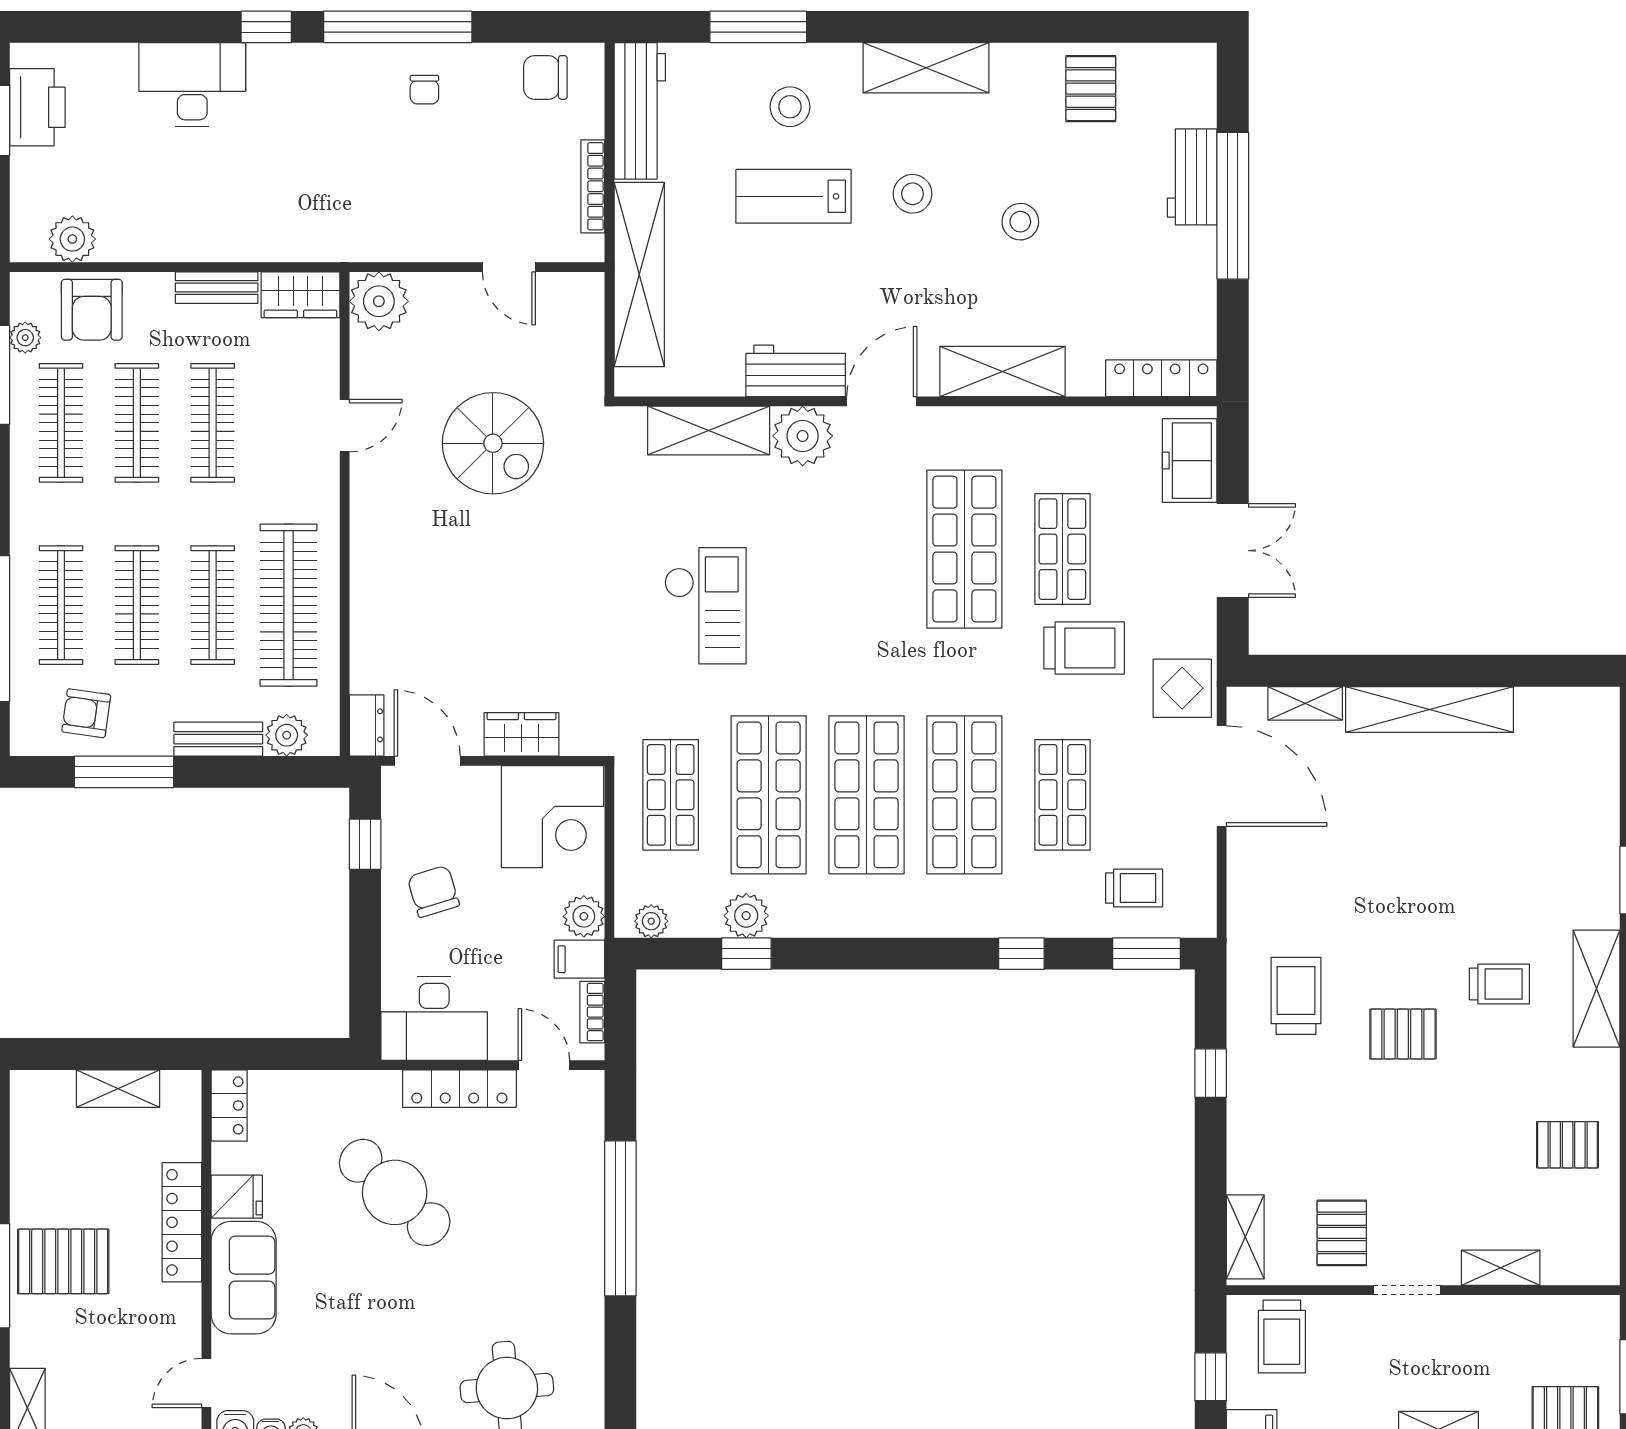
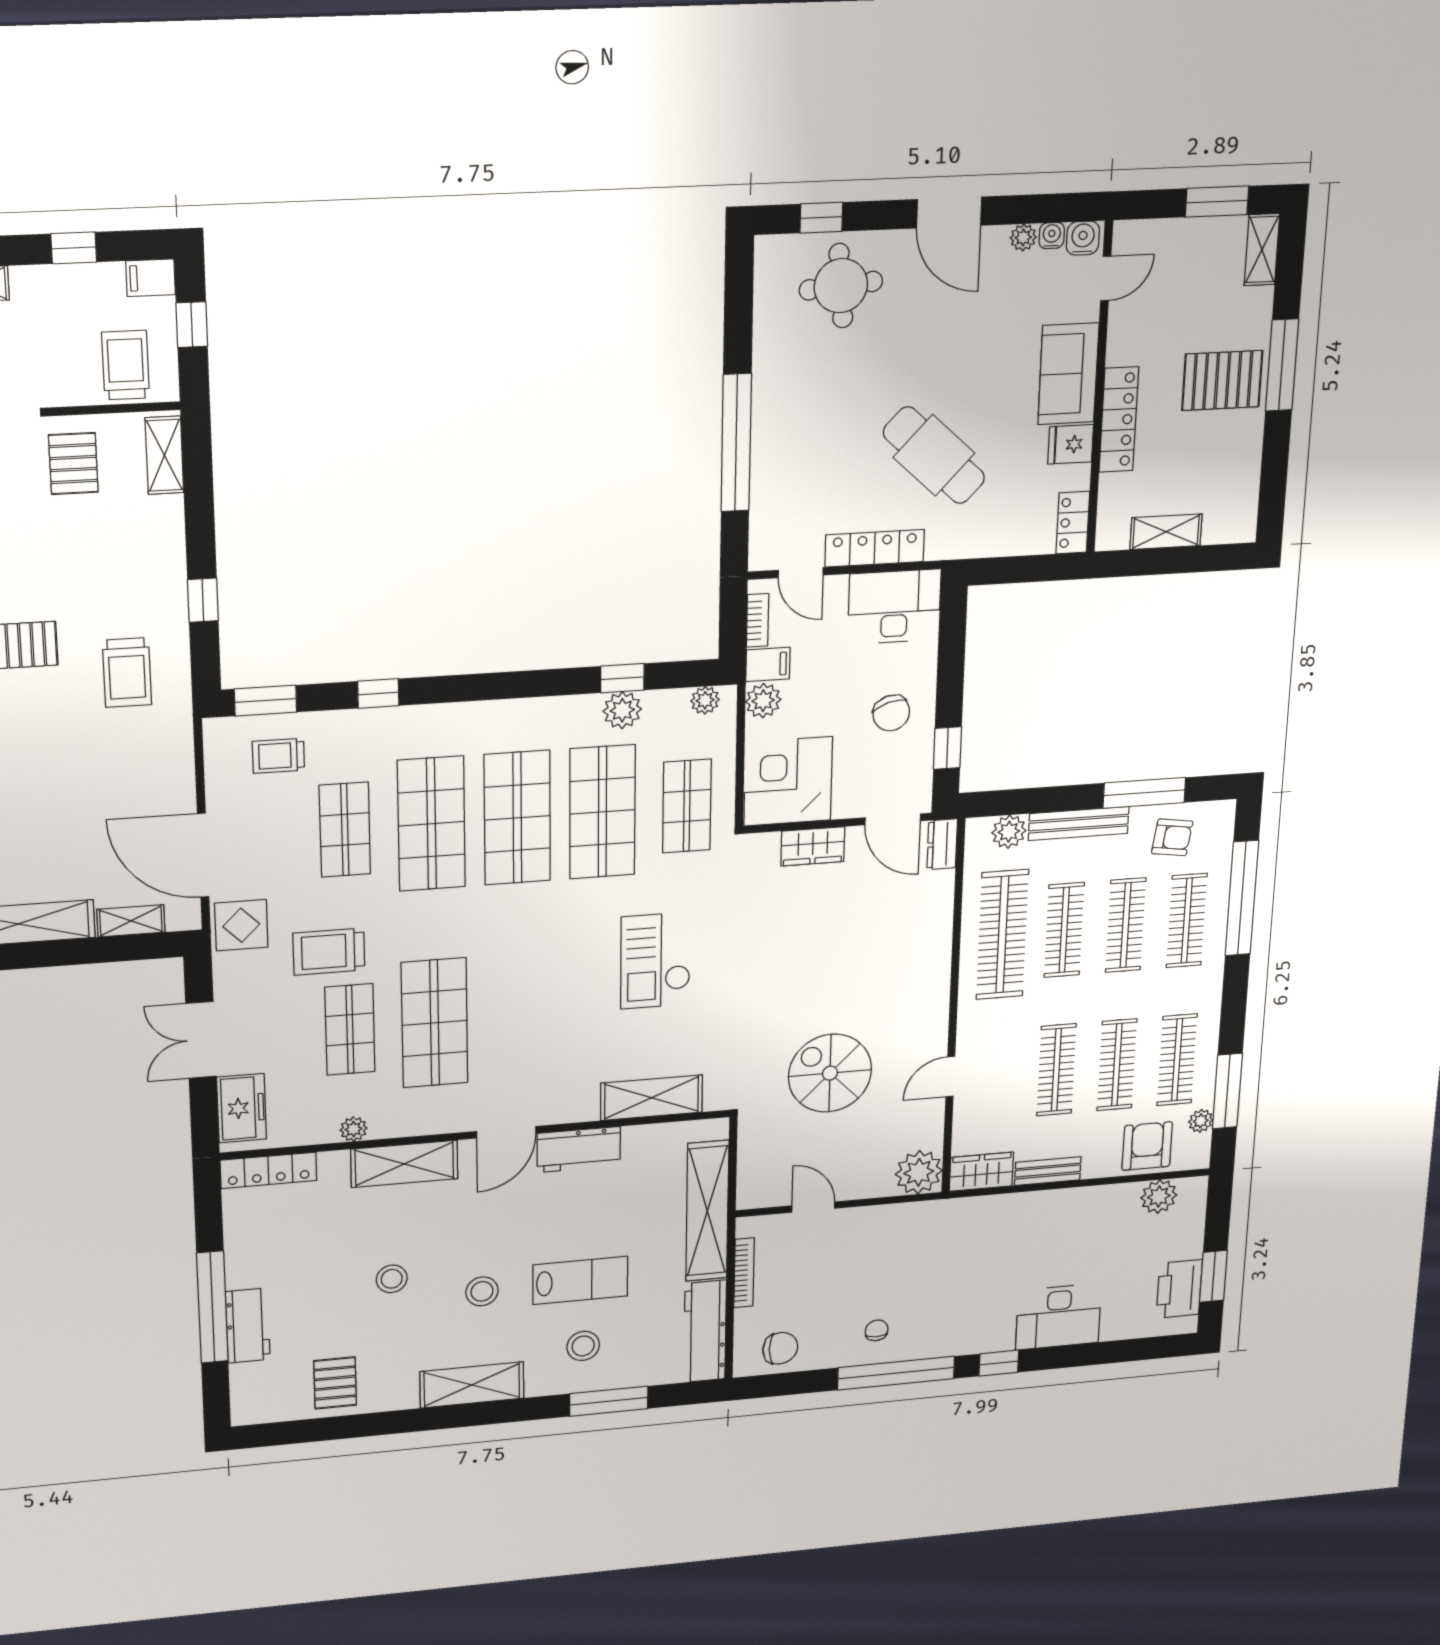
plant: (803, 436) -> (354, 1129), moved, width x0.53, depth x0.53
bench: (218, 739) -> (1079, 824), width x1.36

